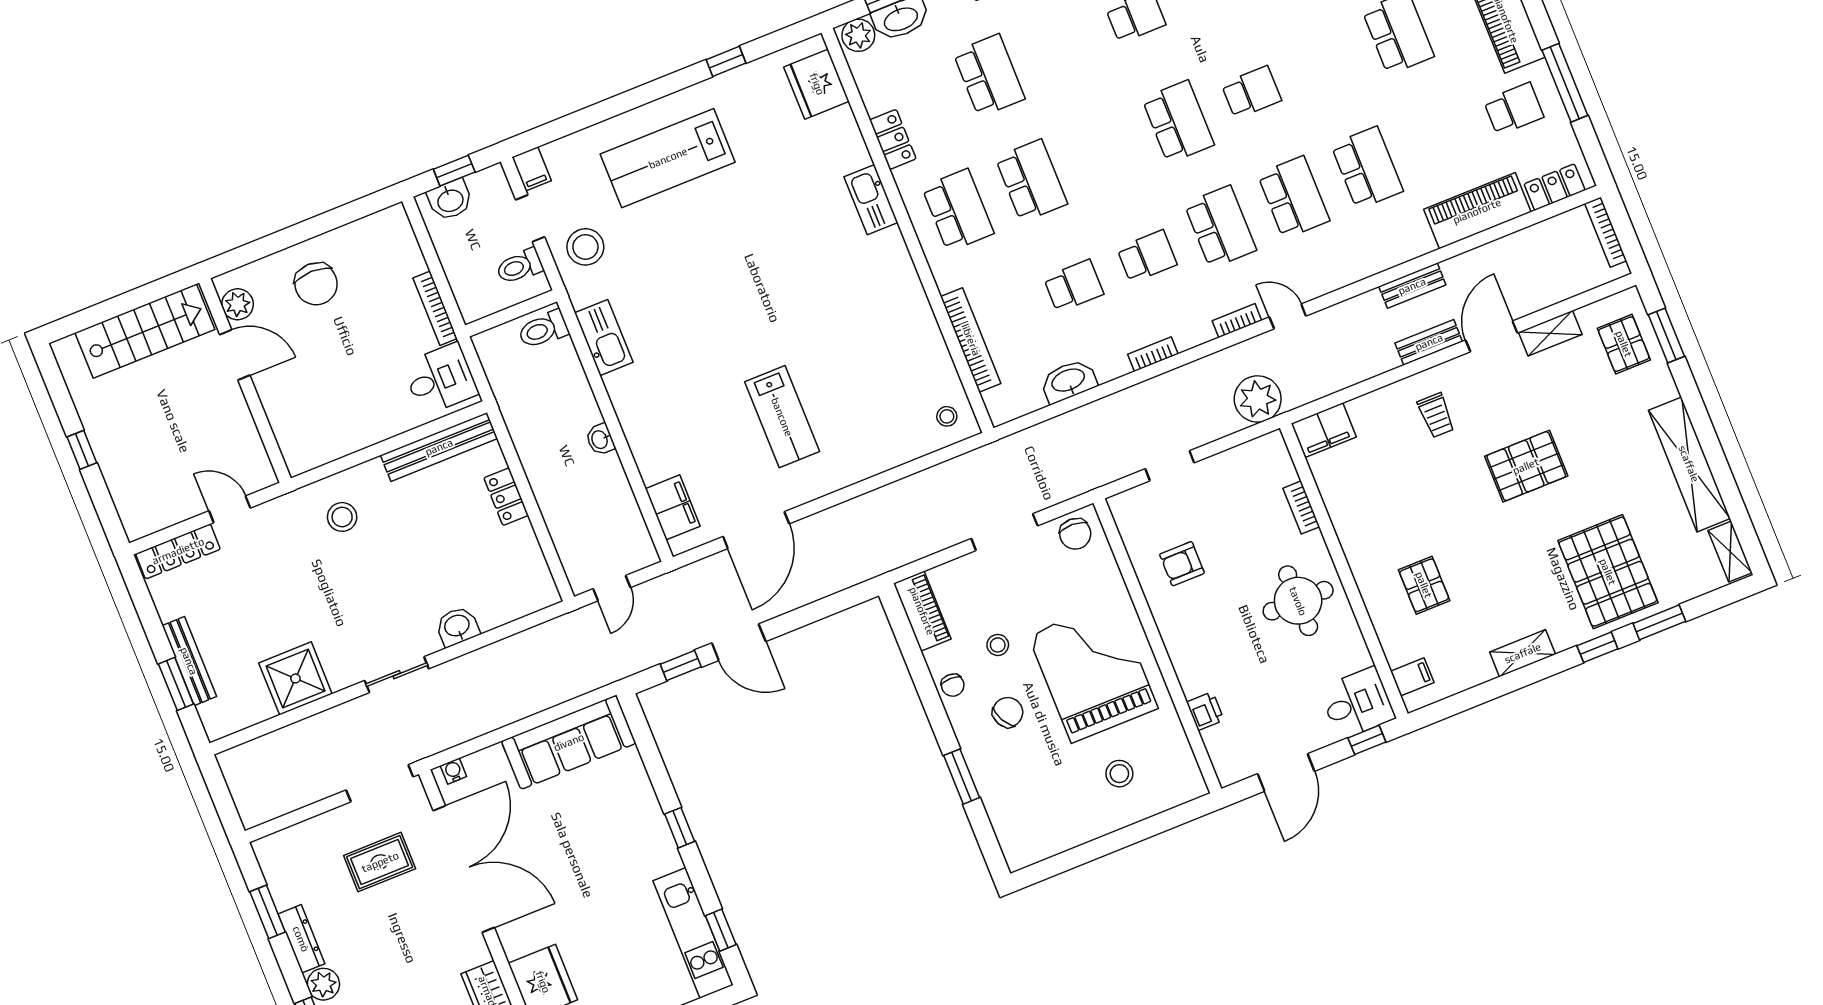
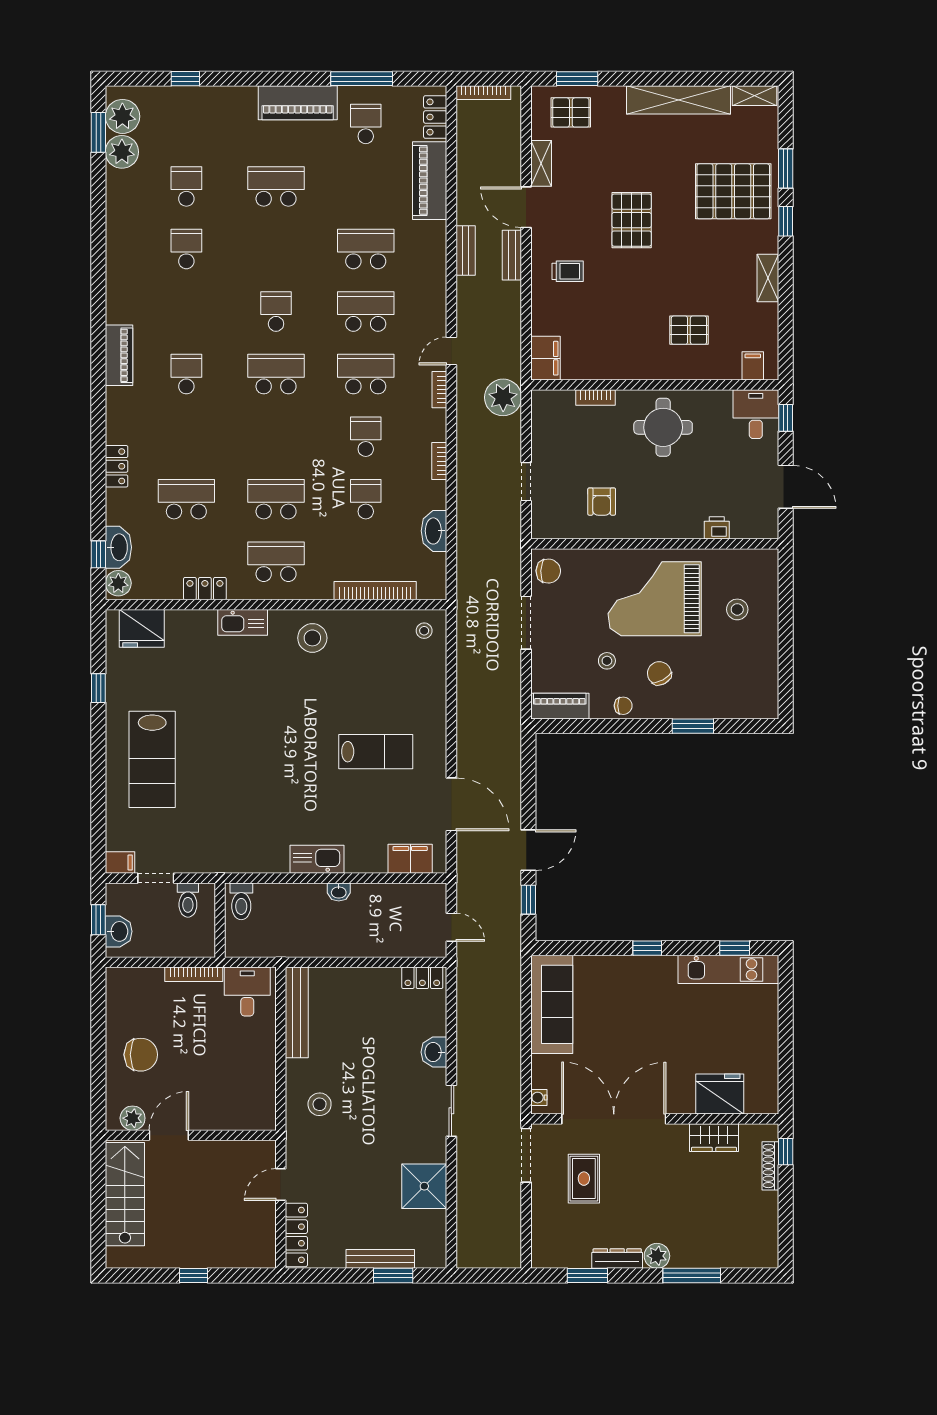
stool: (585, 247) -> (312, 638), moved
kitchen sink: (604, 338) -> (317, 859), moved
locker: (506, 497) -> (422, 978), moved

